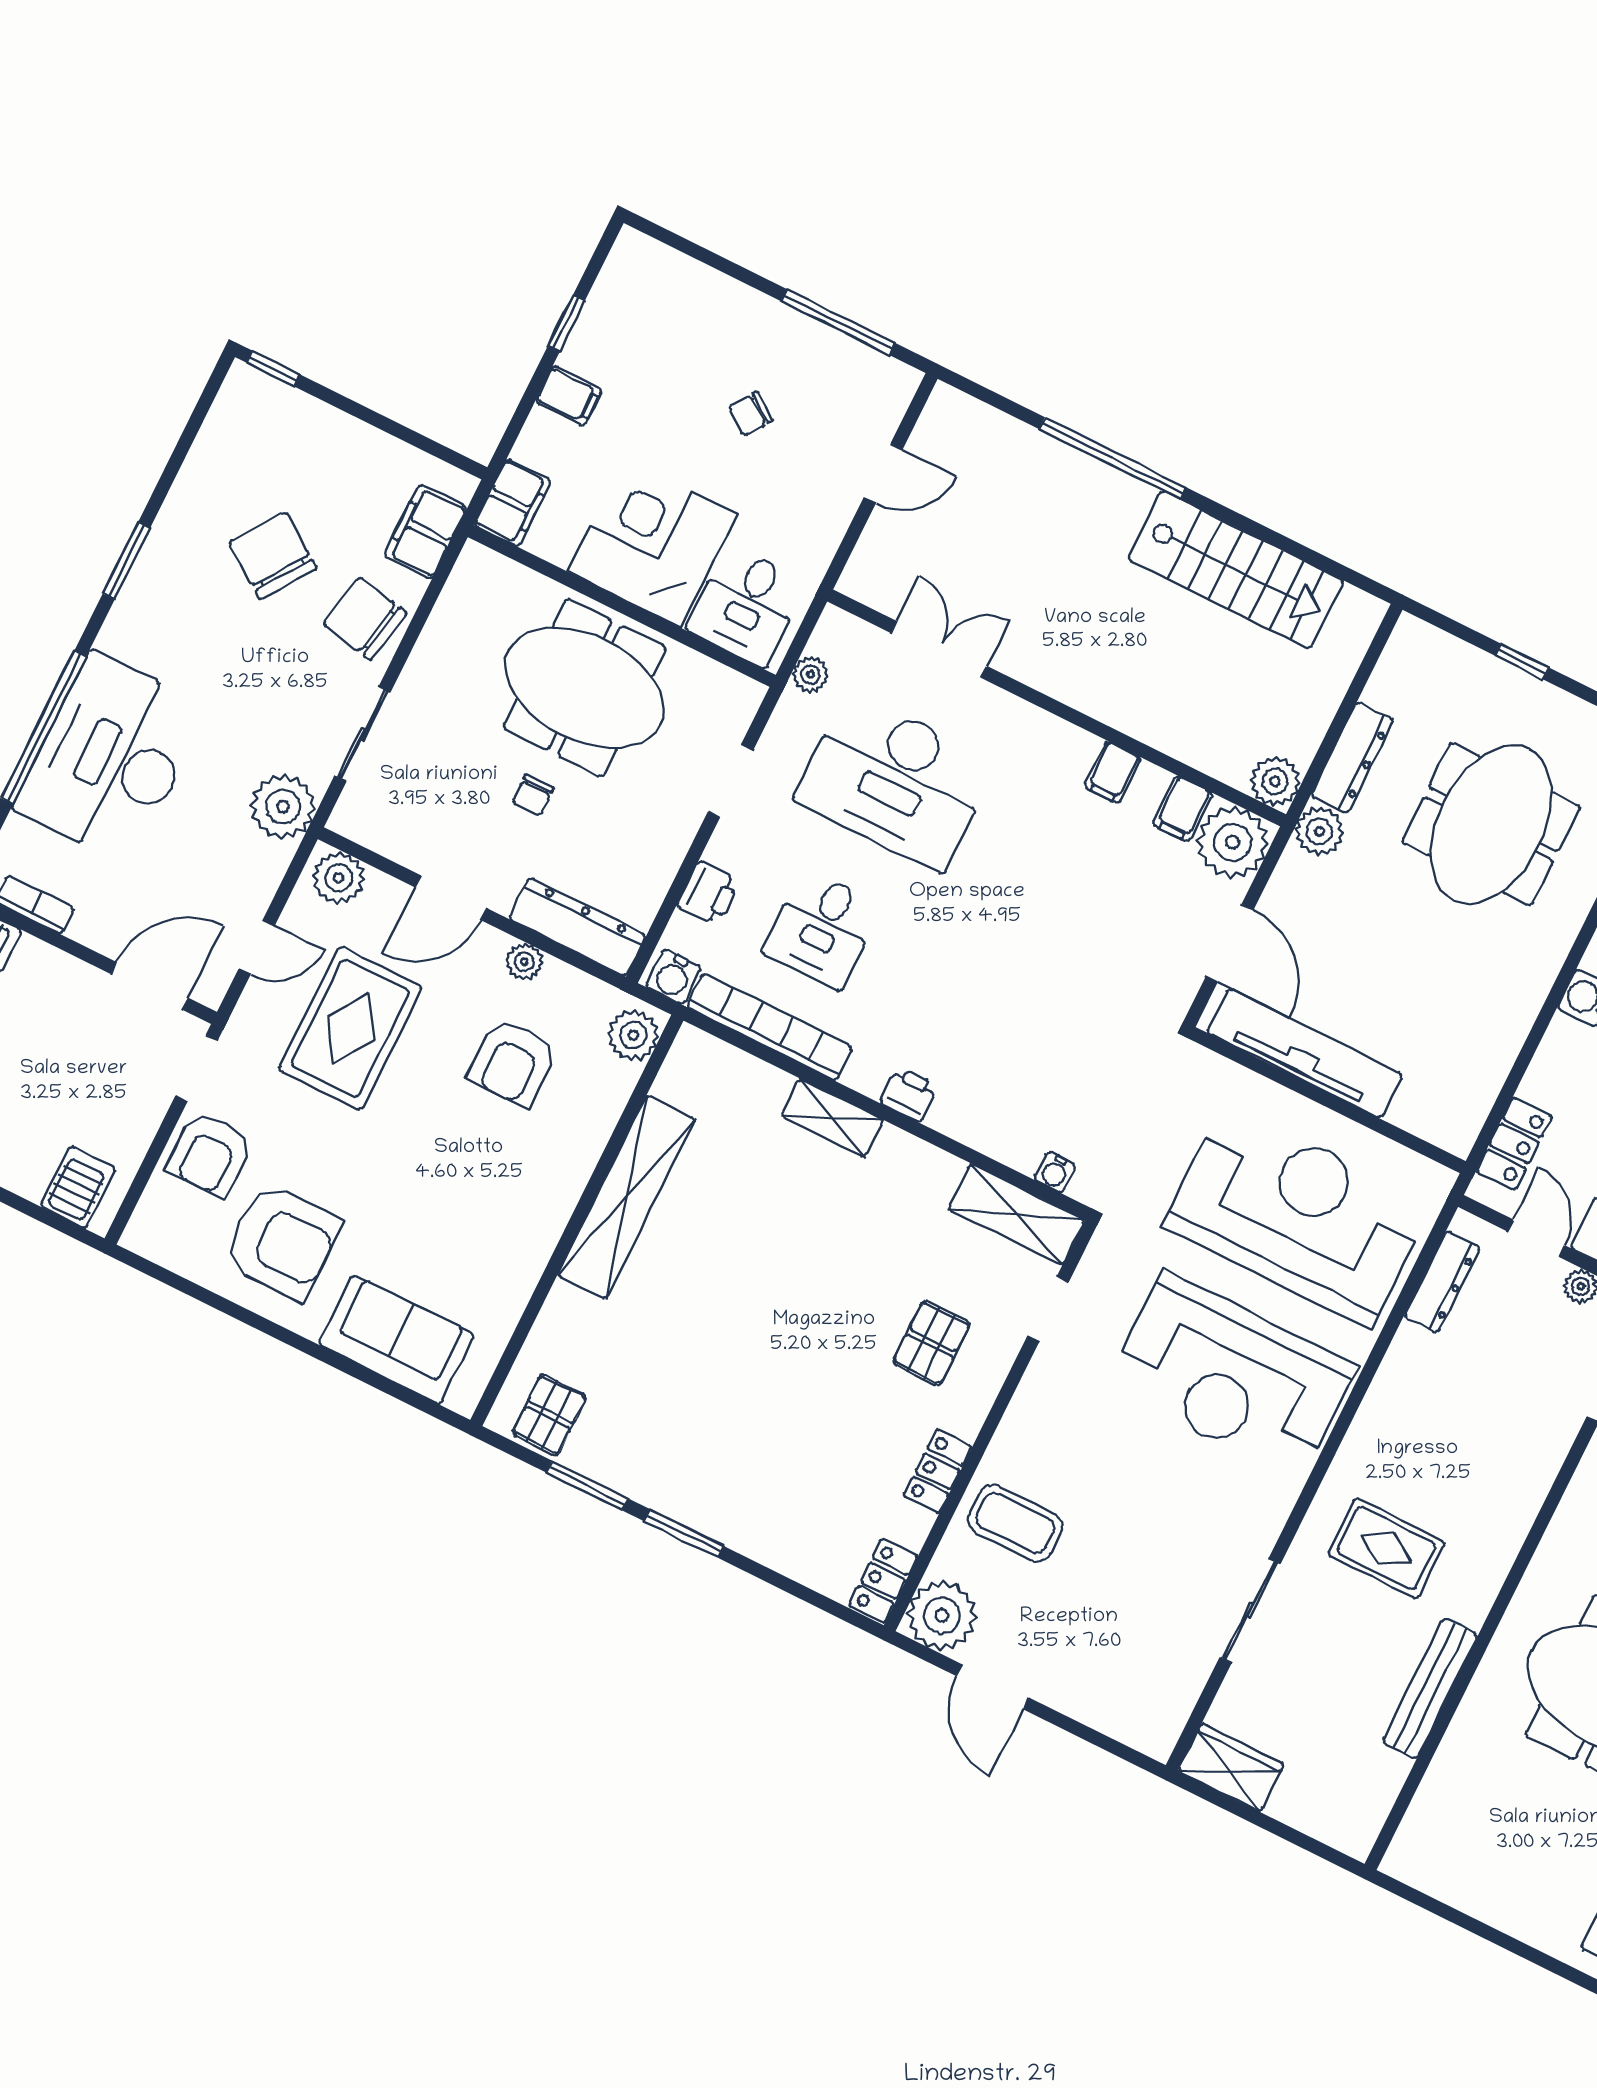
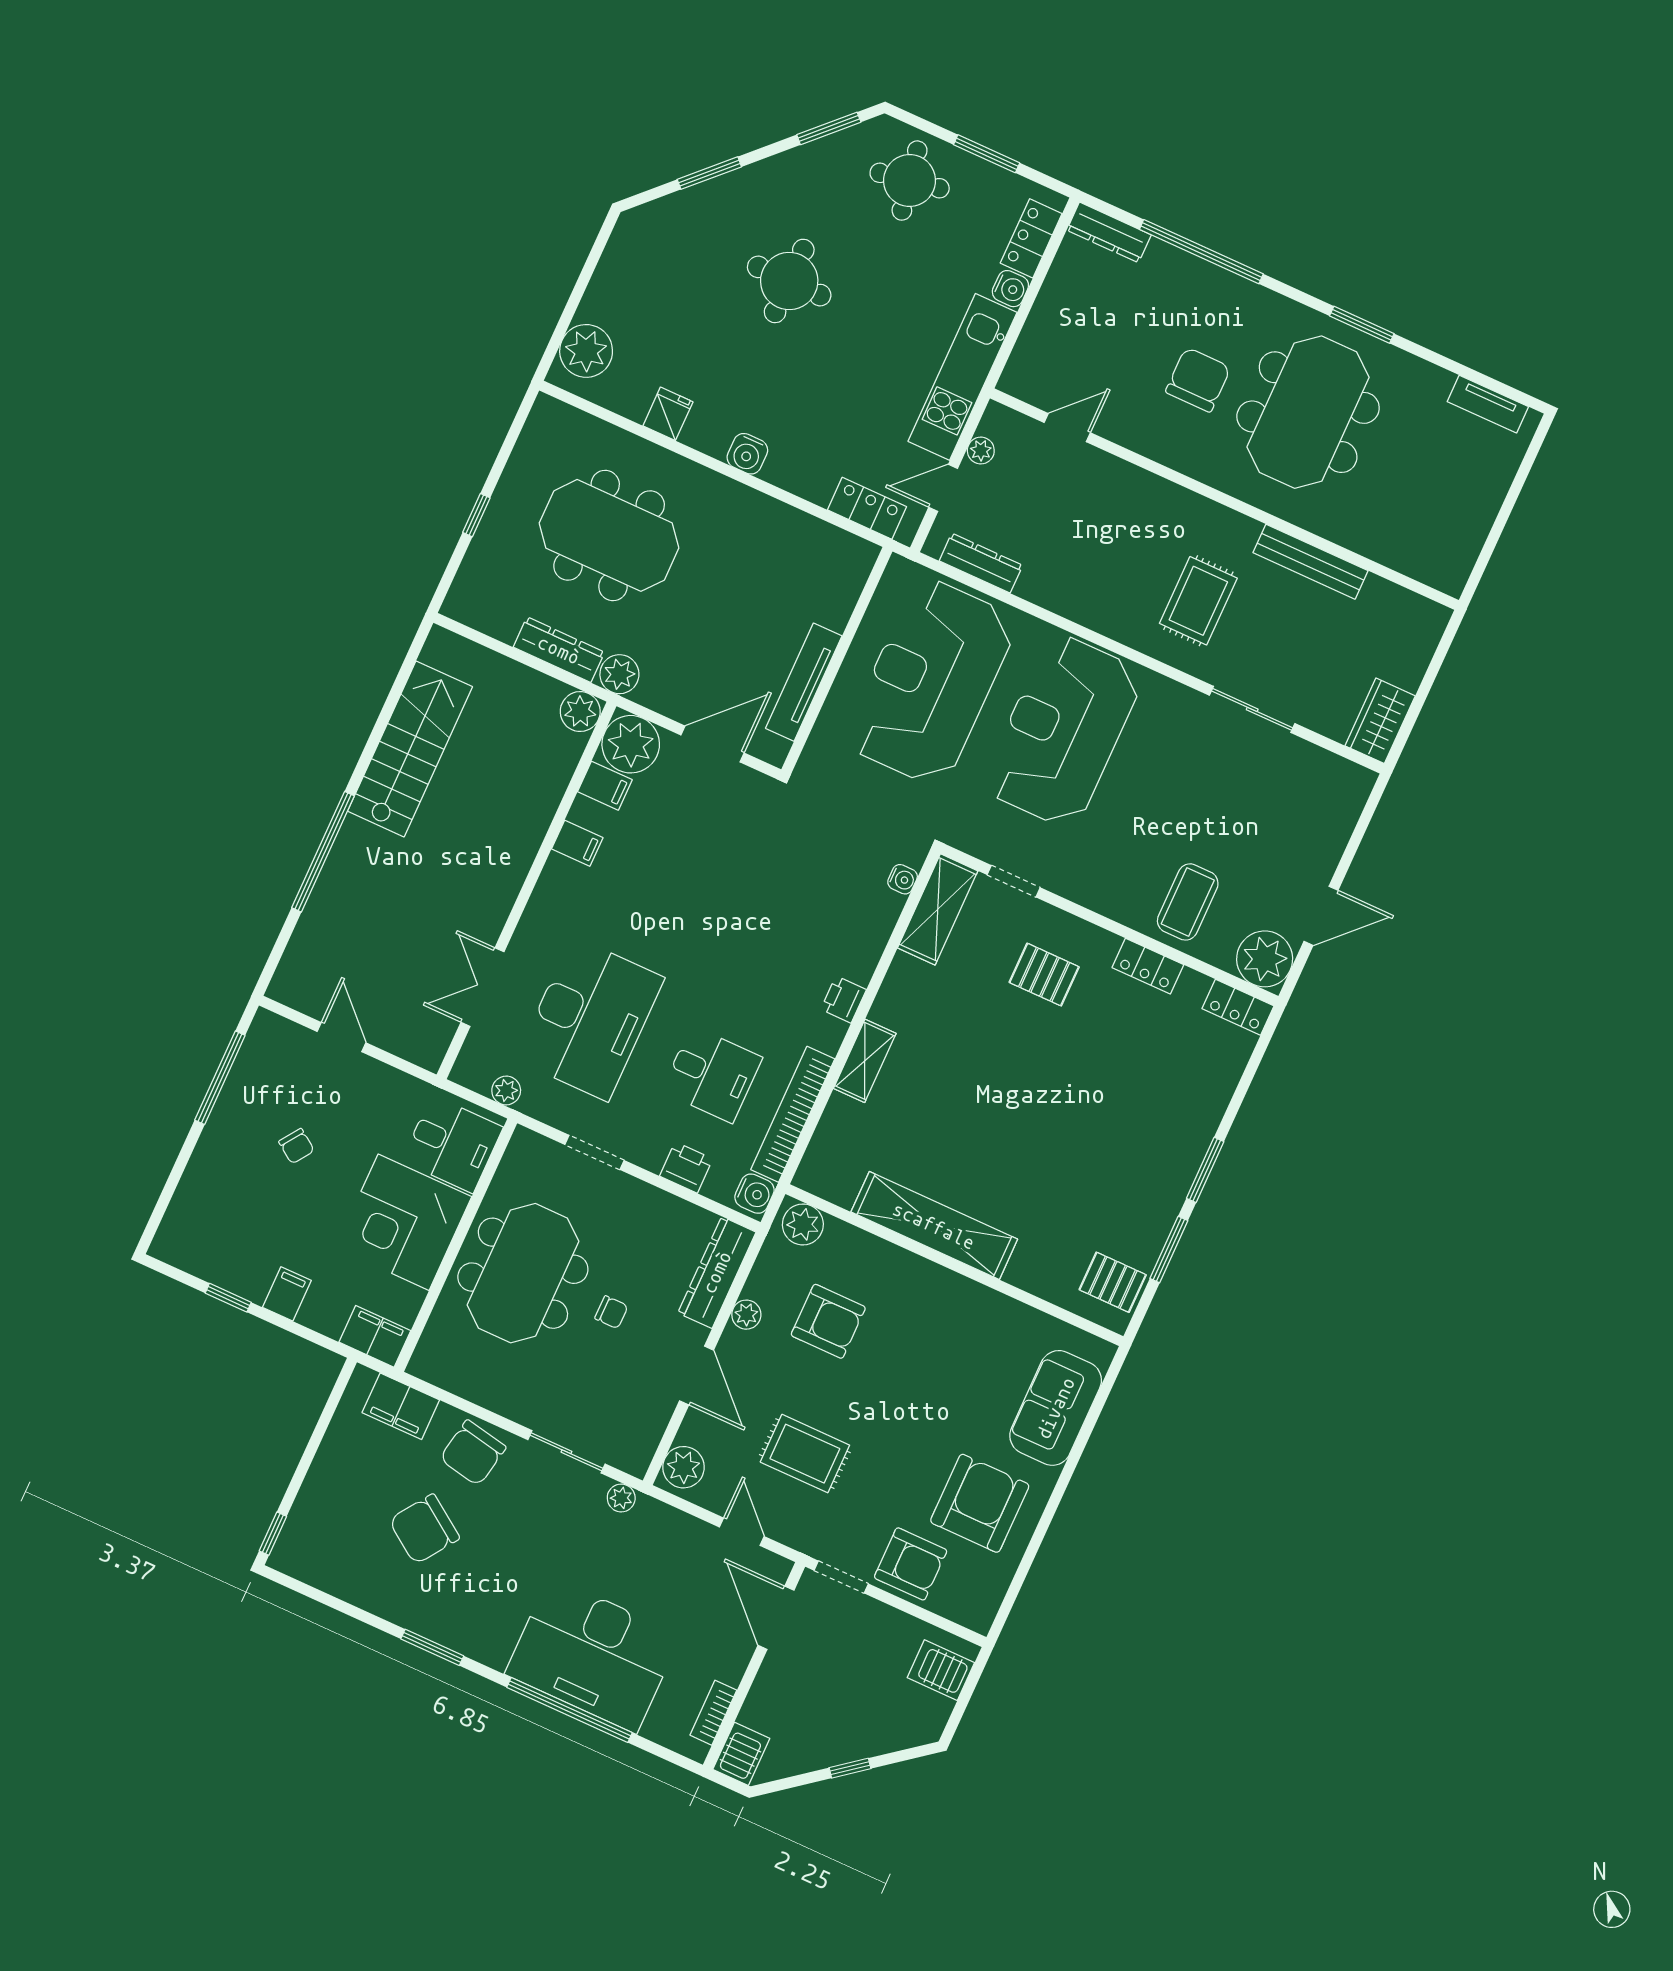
plant: (283, 807) -> (621, 1498), width x0.53, depth x0.53
rug: (350, 1028) -> (805, 1454), width x0.73, depth x0.70
tv unit: (1305, 1053) -> (804, 682), width x0.73, depth x0.78
reception desk: (1231, 1376) -> (1063, 731), turned 180

